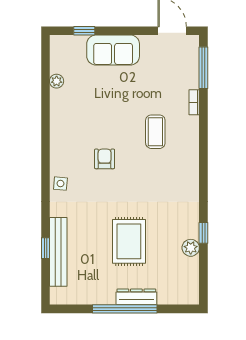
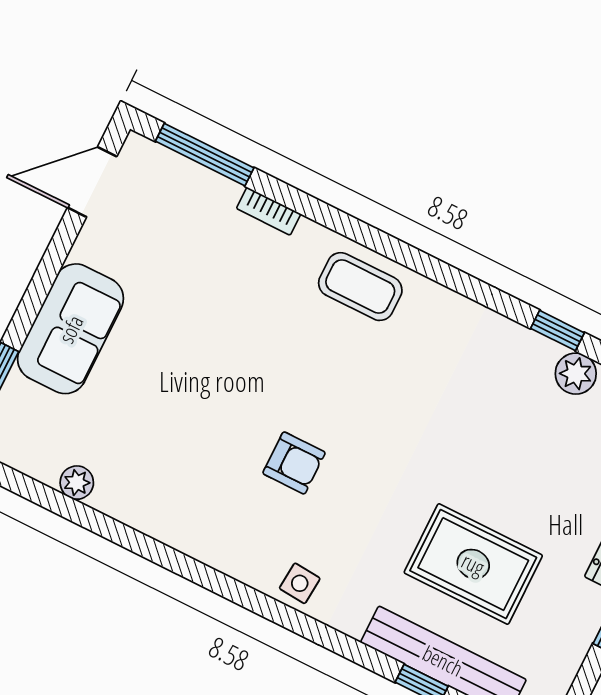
coffee table: (155, 132) -> (360, 287), moved
armchair: (105, 159) -> (294, 463), turned 180
rug: (129, 241) -> (473, 564), moved

